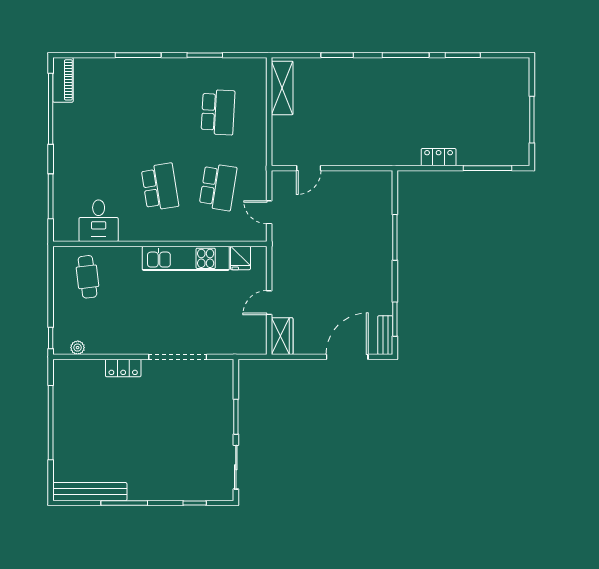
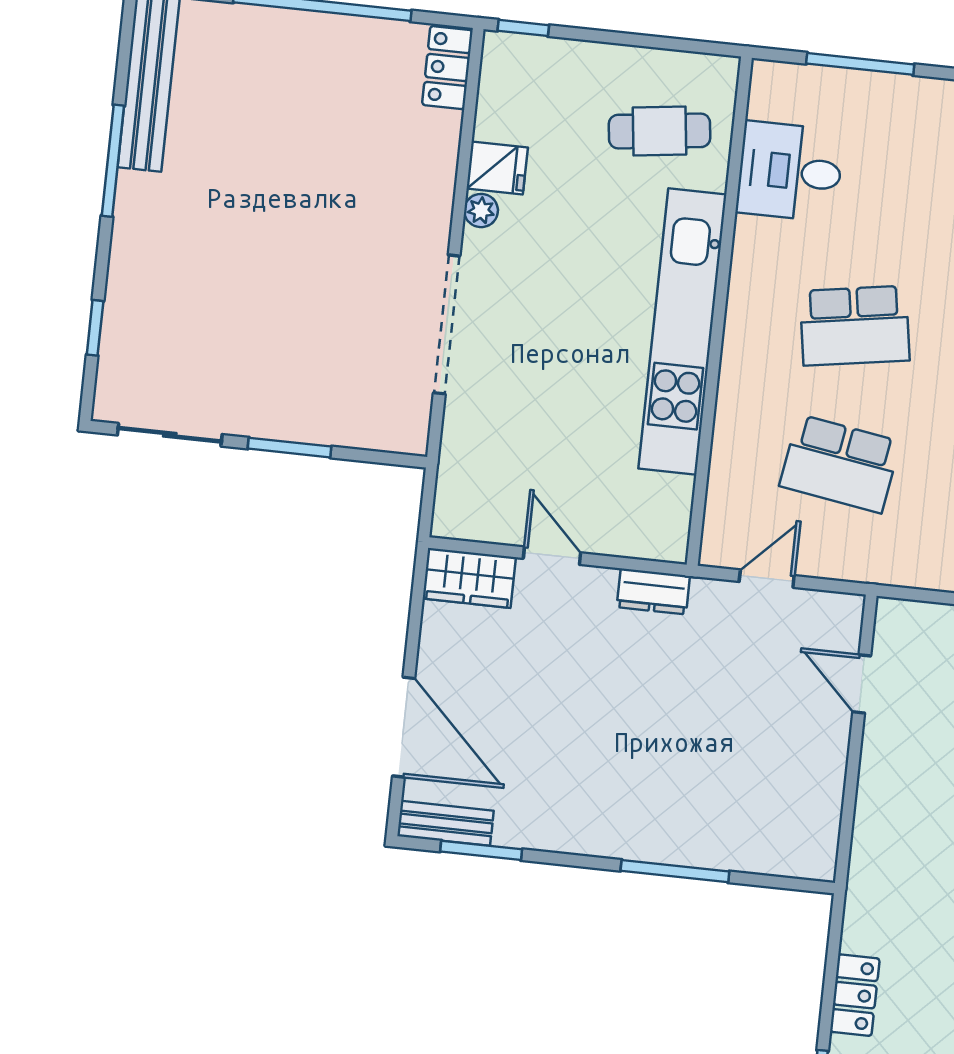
kitchen unit: (186, 258) -> (682, 332), width x1.36
fridge: (240, 258) -> (497, 168), moved, turned 180
dresser: (280, 259) -> (653, 591), added
plant: (78, 348) -> (481, 211), moved
locker: (123, 368) -> (447, 68), moved

